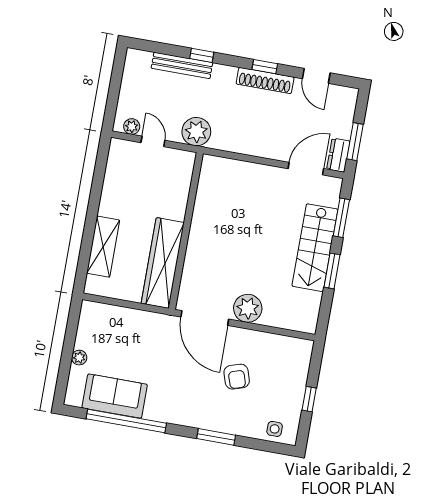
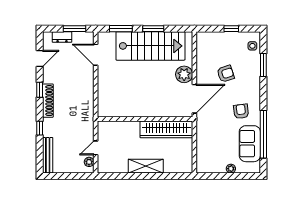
bench: (182, 65) -> (48, 155), moved
shoe rack: (265, 80) -> (48, 101), moved
plant: (196, 132) -> (85, 123), removed
dresser: (338, 155) -> (62, 37), moved
shelving: (103, 247) -> (146, 166), moved
stairs: (315, 248) -> (150, 46), width x1.36, depth x1.51
armchair: (170, 391) -> (241, 111), added
window: (216, 437) -> (263, 65), moved

